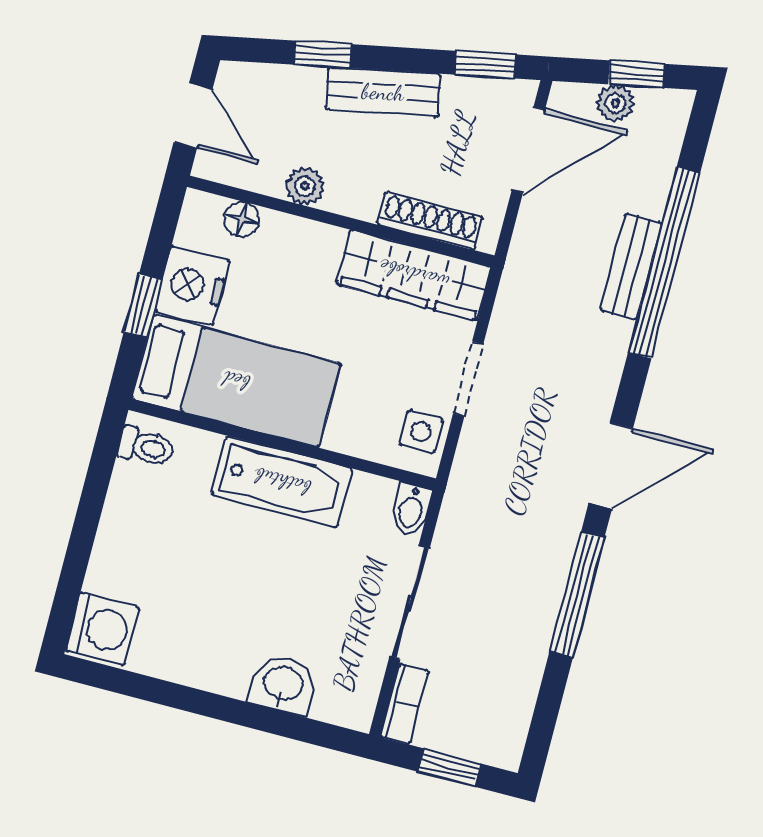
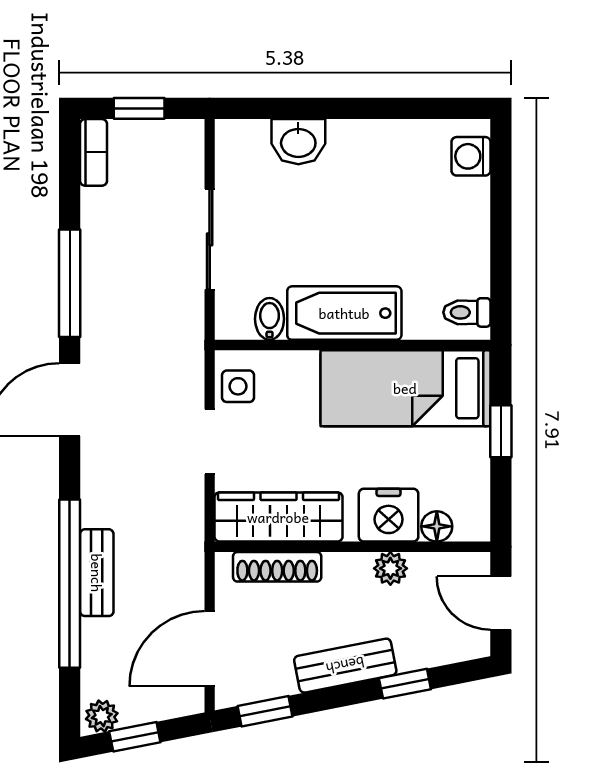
plant: (615, 103) -> (102, 716), moved
nightstand: (192, 285) -> (389, 515), moved, turned 90
bidet: (411, 509) -> (270, 319), moved
washing machine: (102, 629) -> (471, 156), width x0.73, depth x0.73
bookcase: (405, 704) -> (94, 152), moved, turned 180

